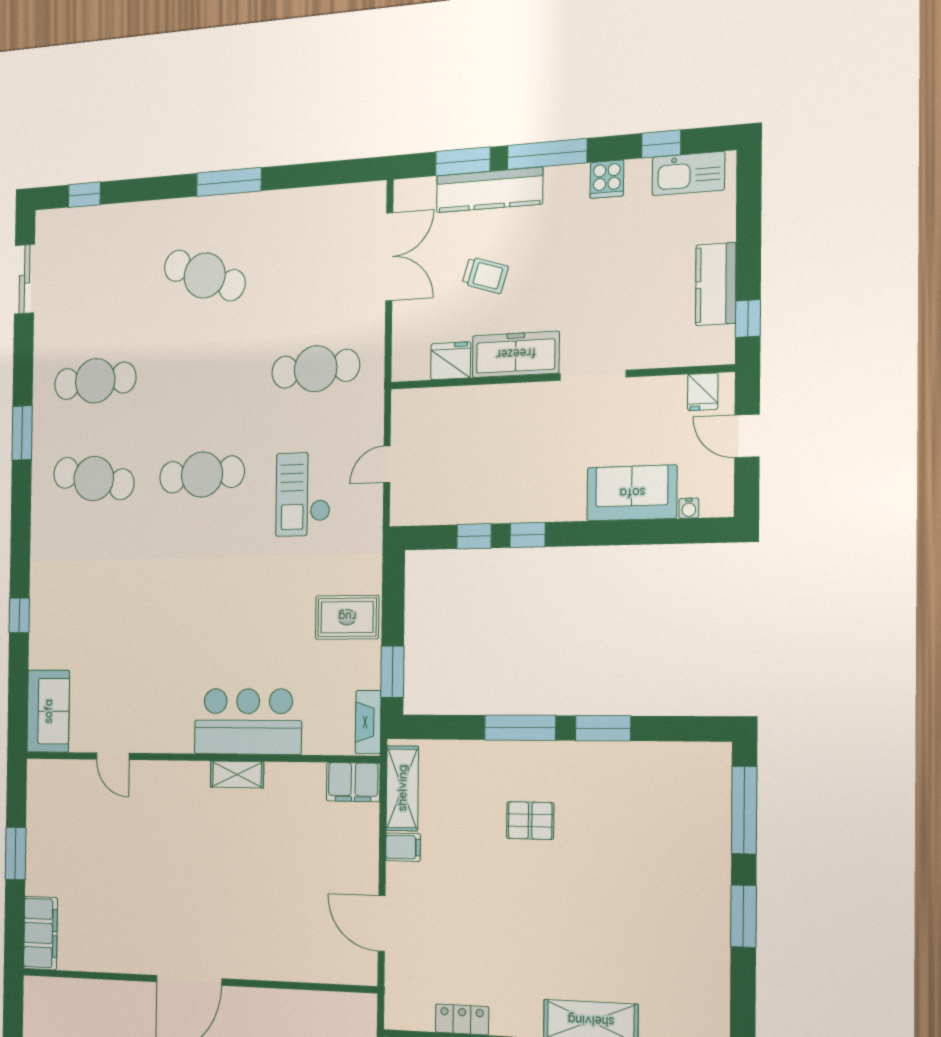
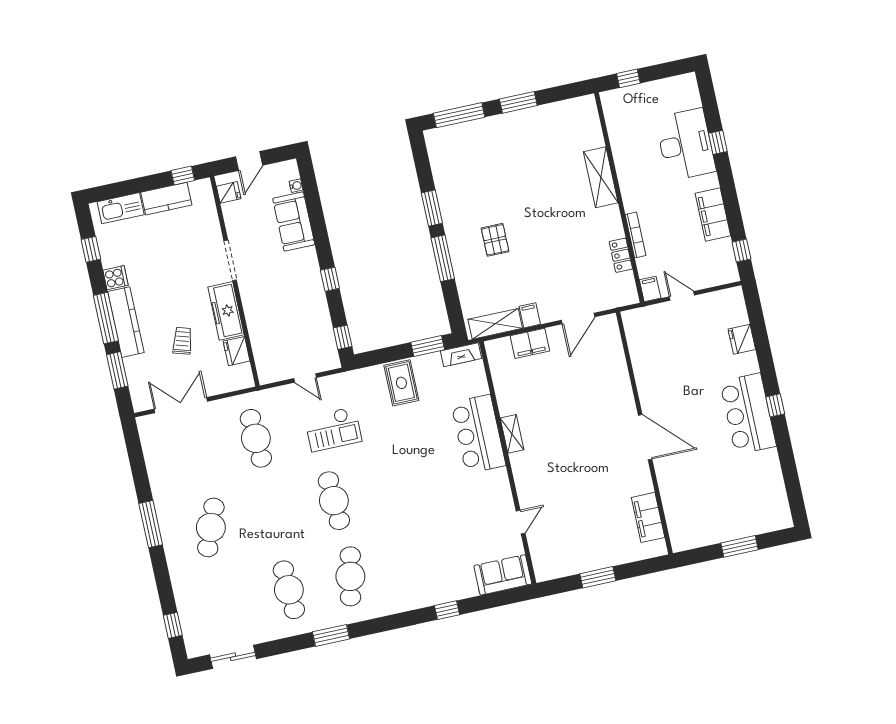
kitchen sink: (688, 174) -> (121, 208), moved, turned 90
kitchen counter: (489, 190) -> (126, 322), moved
window: (474, 536) -> (343, 337), moved
filing cabinet: (353, 782) -> (530, 343), moved, turned 90
filing cabinet: (40, 933) -> (648, 517), moved, turned -90

